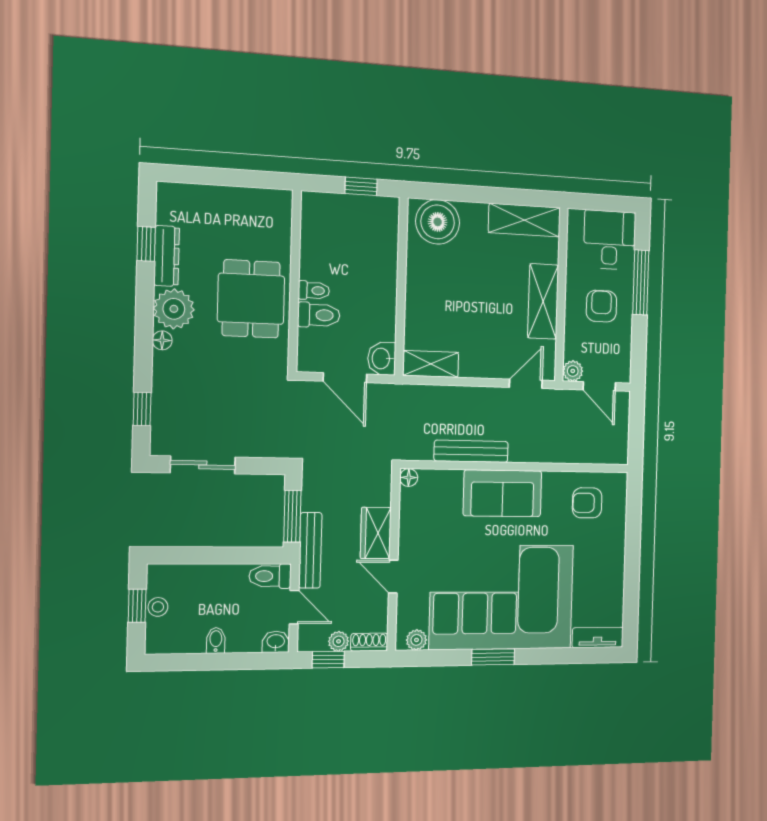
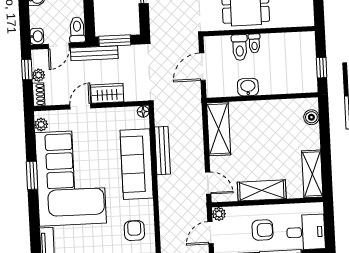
boiler: (438, 222) -> (311, 117), width x0.54, depth x0.54
washbasin: (382, 359) -> (248, 87), moved
shelving: (431, 364) -> (219, 129), width x1.50, depth x1.33
sofa: (503, 493) -> (137, 164), width x1.36

